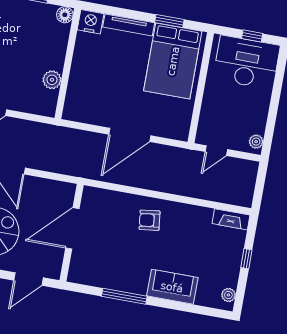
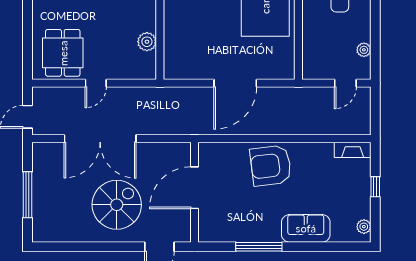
plant: (256, 142) -> (364, 50), moved
door: (216, 151) -> (345, 83), moved
armchair: (150, 220) -> (271, 166), width x1.88, depth x1.88

